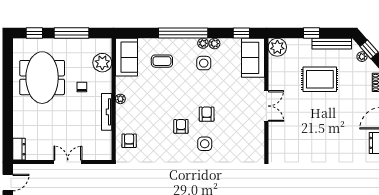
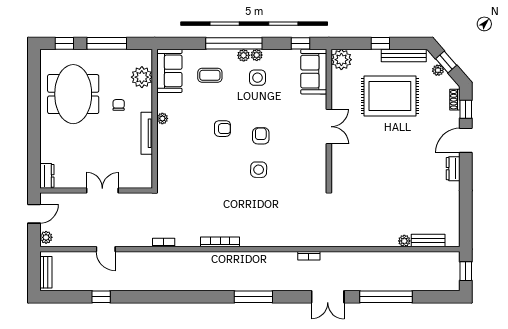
plant: (214, 44) -> (244, 55), moved
rug: (320, 79) -> (390, 96), width x1.37, depth x1.44
armchair: (181, 126) -> (222, 129), moved, turned 90
armchair: (129, 141) -> (172, 166), removed

